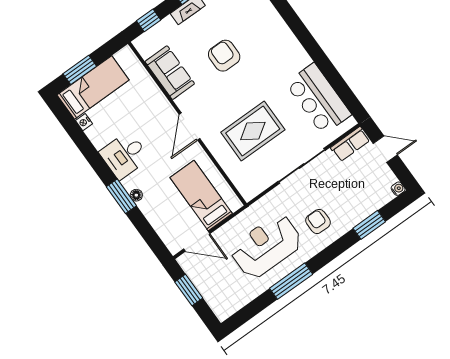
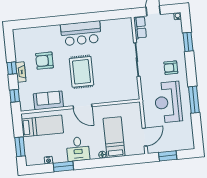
armchair: (224, 56) -> (44, 61), moved
bed: (93, 87) -> (42, 126), moved, turned 90
bar counter: (318, 99) -> (81, 33), moved
rug: (253, 131) -> (82, 72), moved
window: (121, 196) -> (63, 166), moved
bed: (201, 196) -> (114, 137), moved, turned 90

